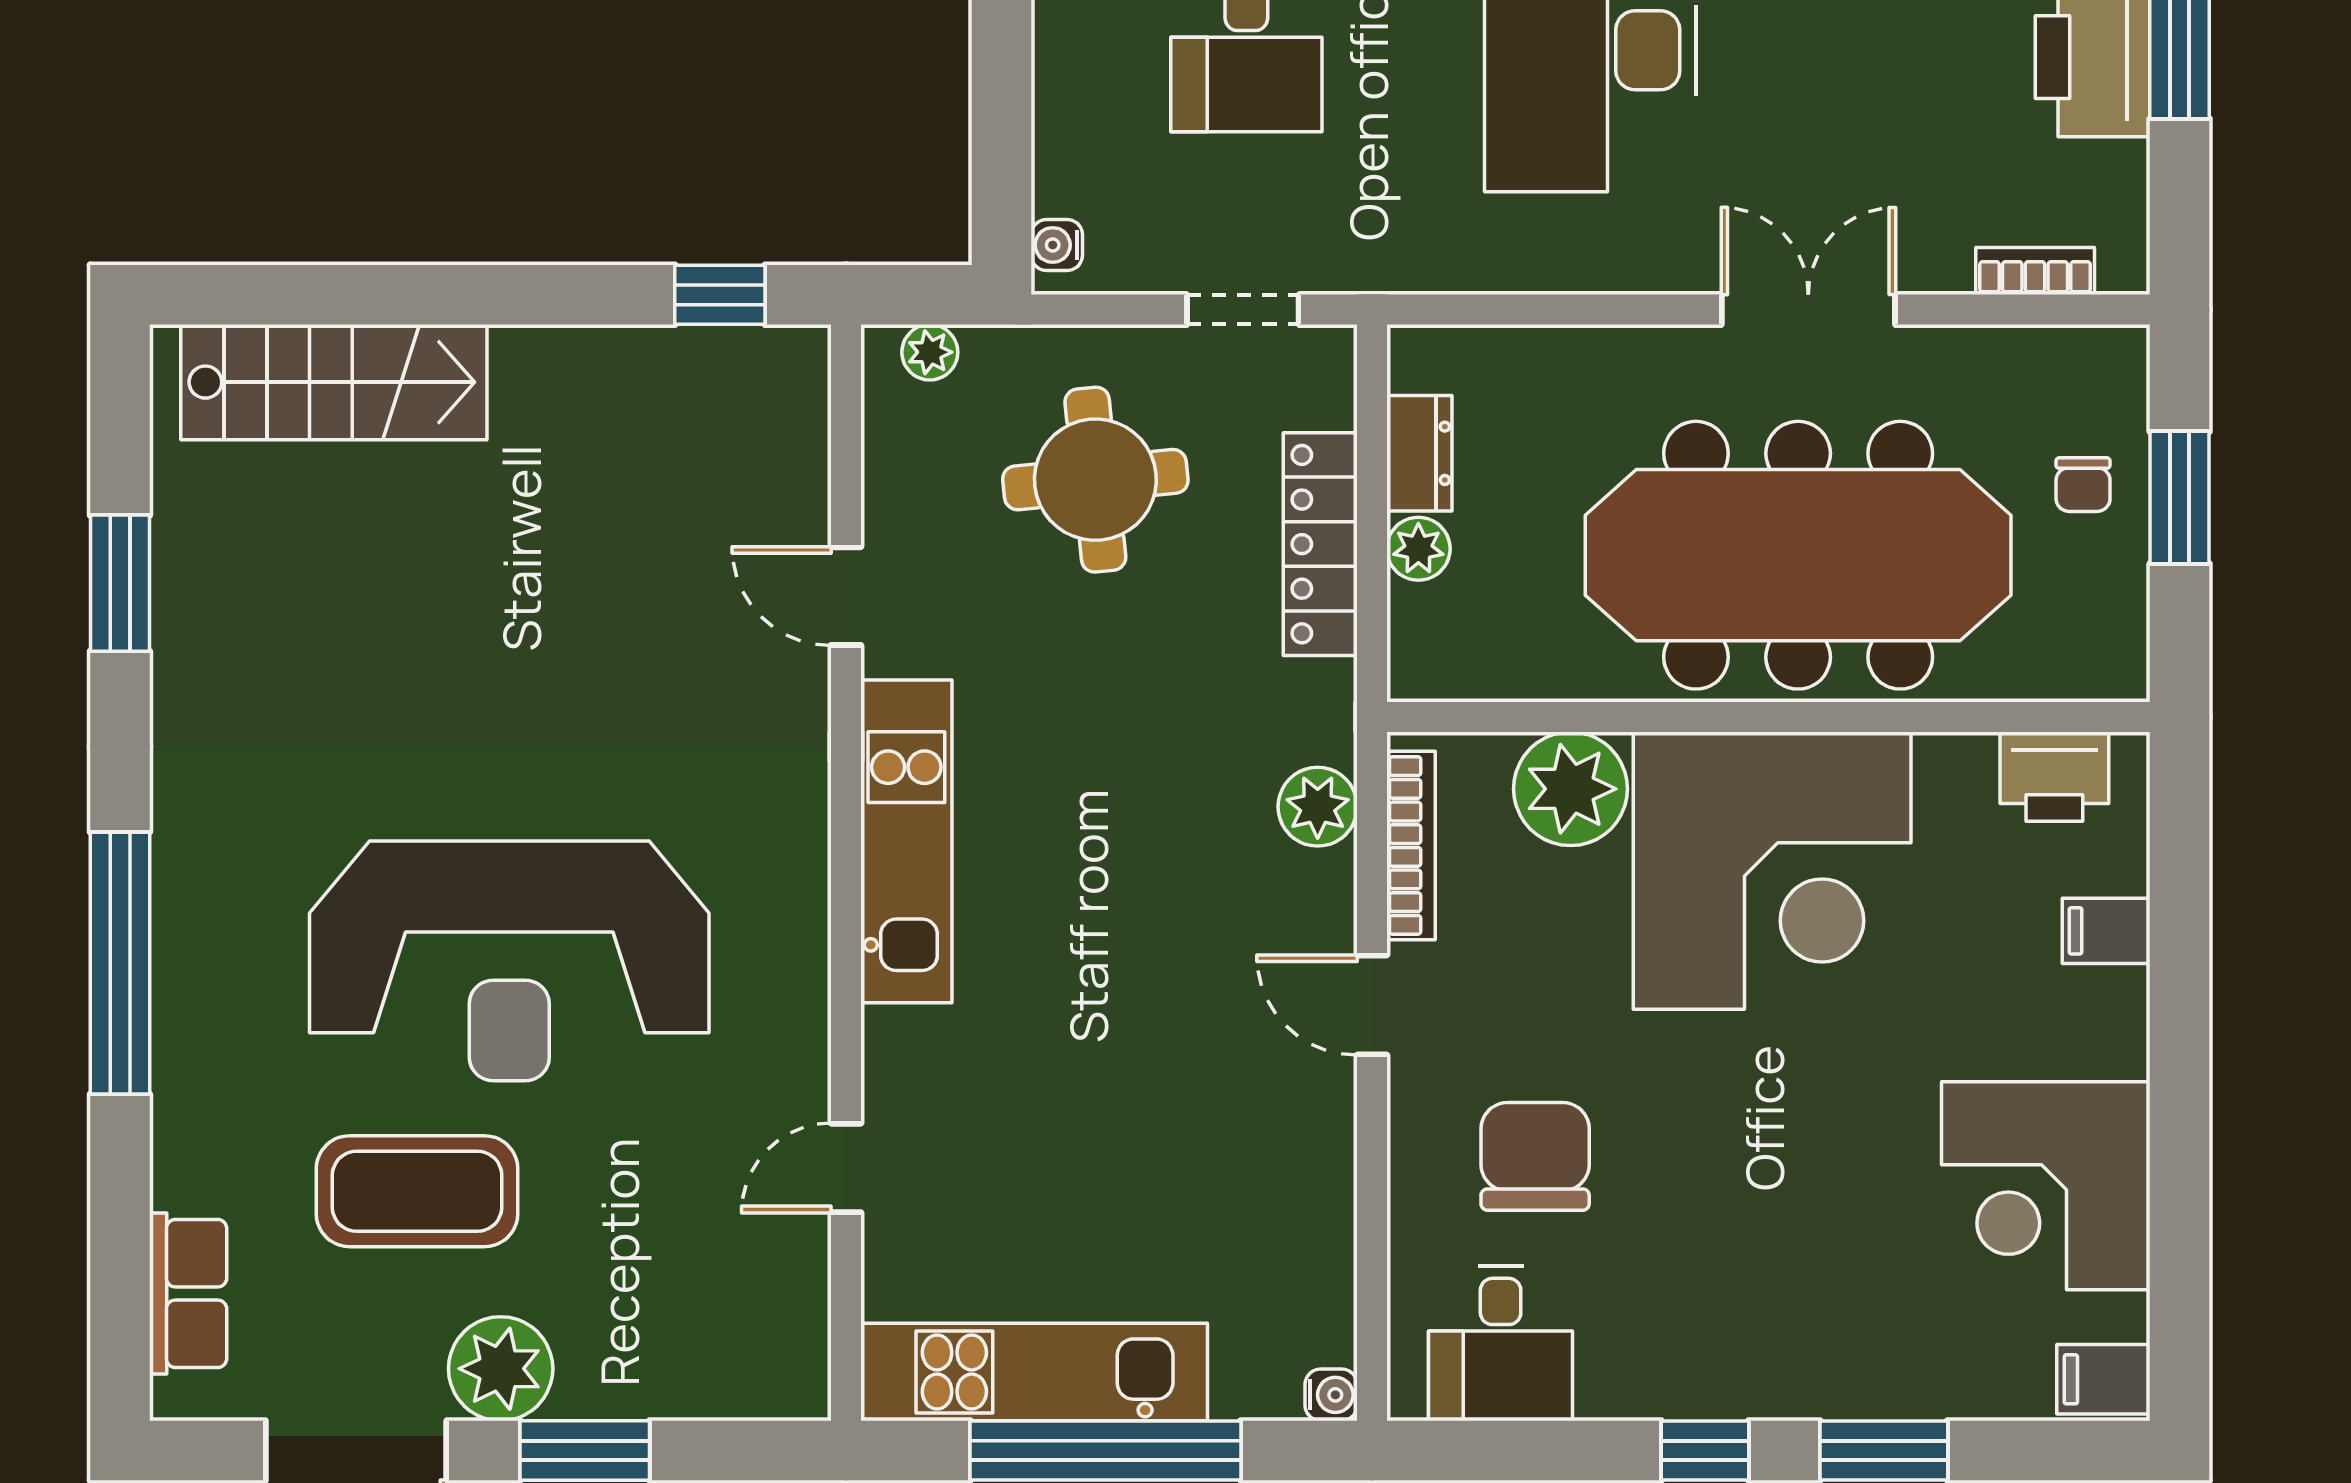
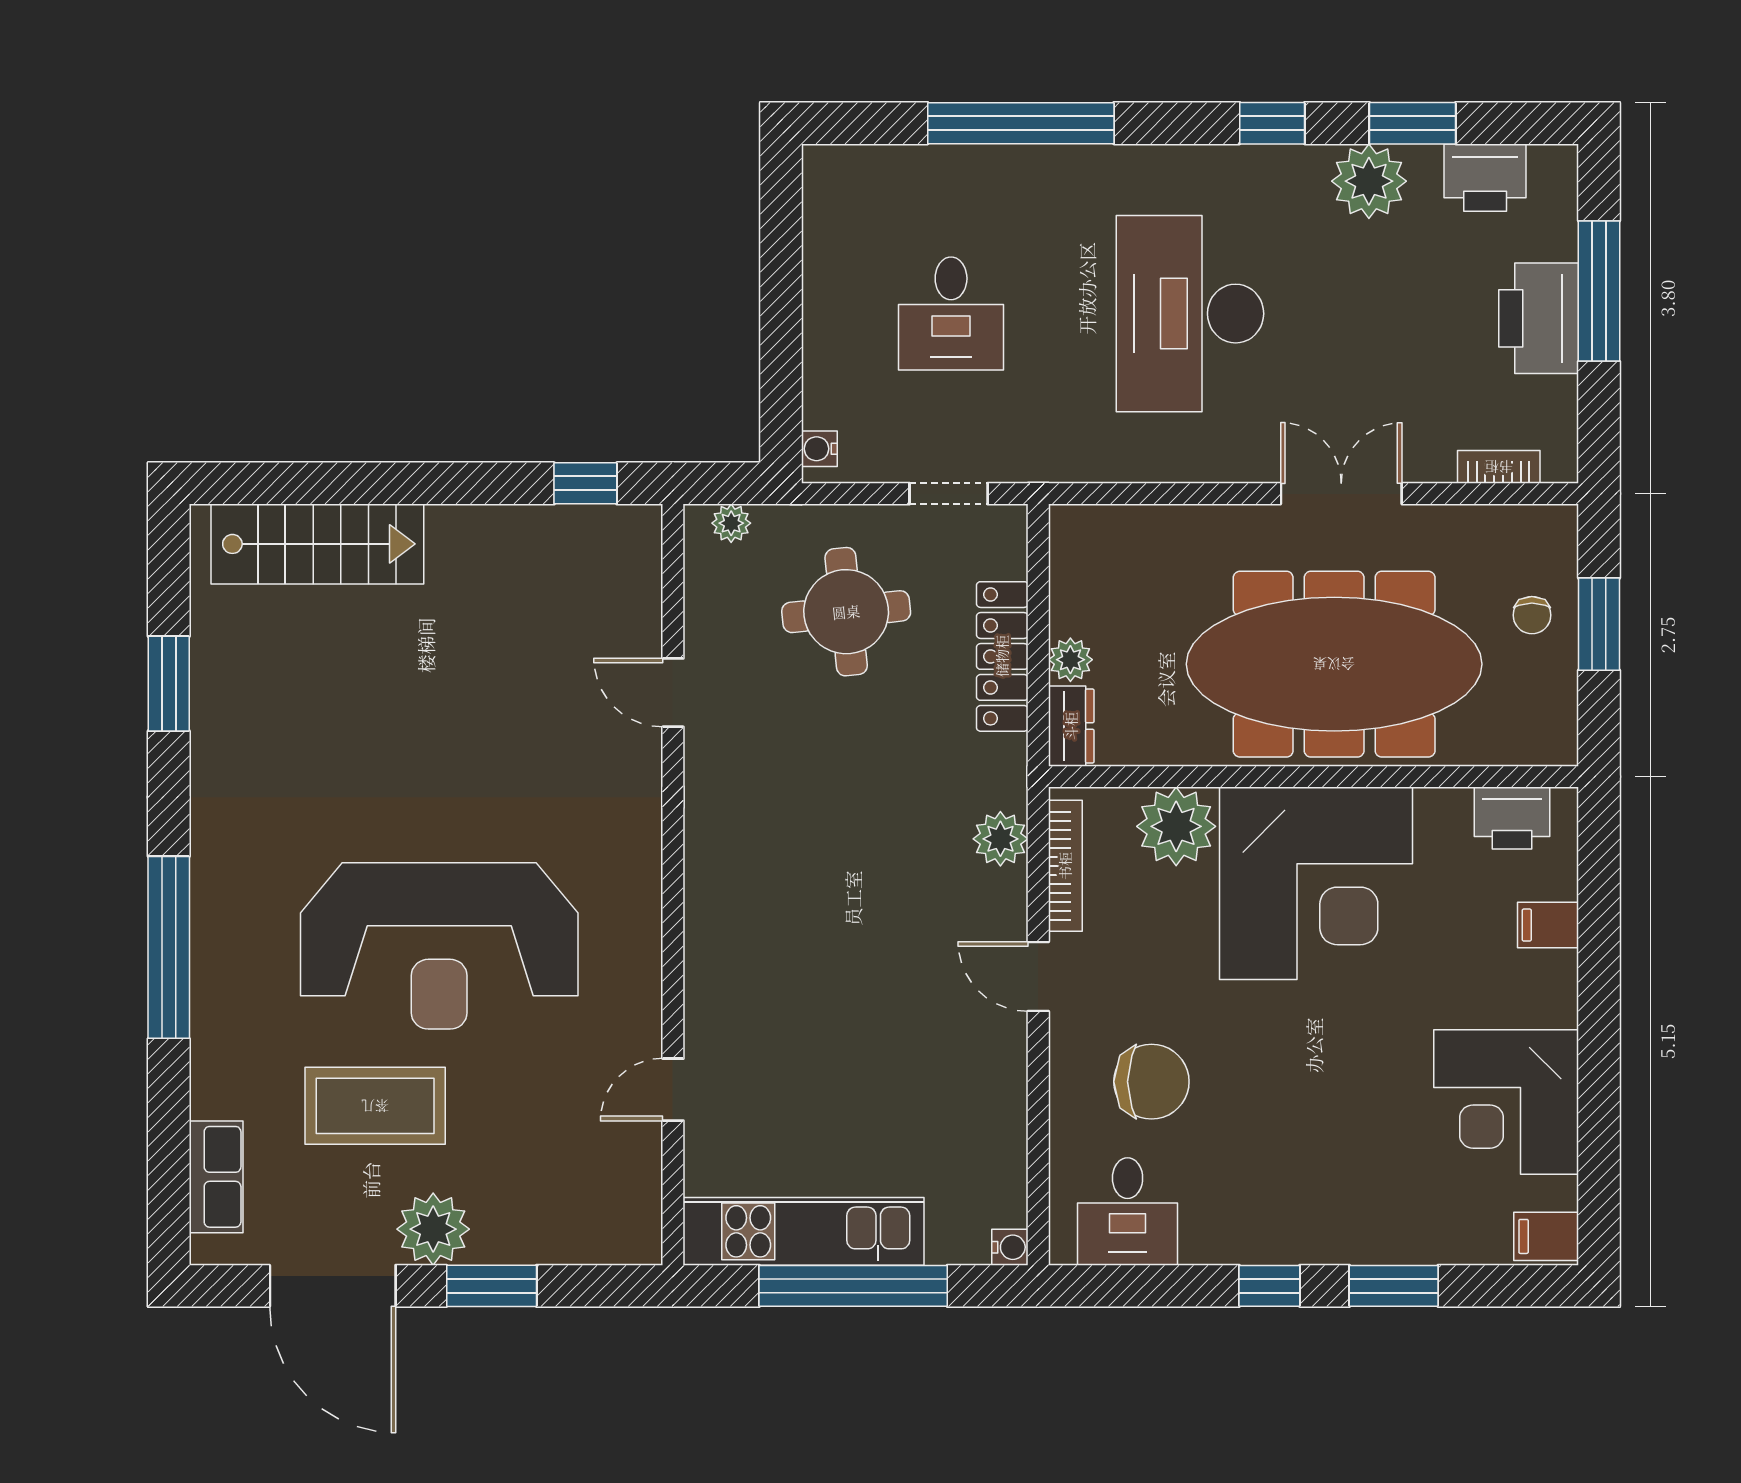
dresser: (1419, 453) -> (1071, 726), moved
kitchen unit: (906, 841) -> (715, 863), removed
chair: (1535, 1156) -> (1151, 1082), turned 90

